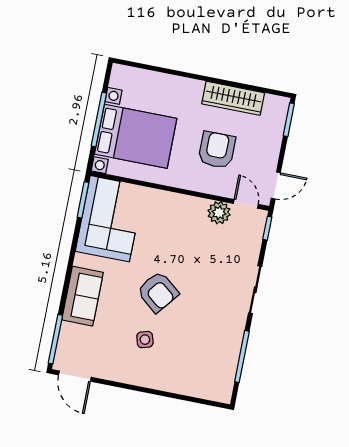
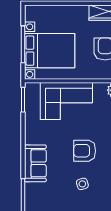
corner sofa: (110, 219) -> (66, 101), moved, turned 90
armchair: (158, 292) -> (85, 151), turned 141

